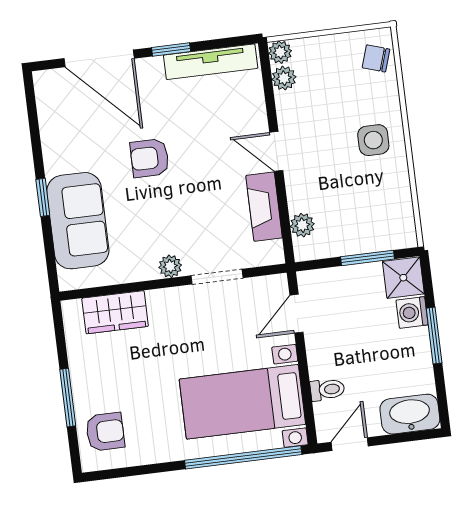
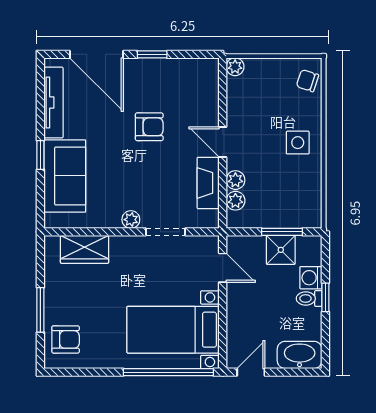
tv unit: (211, 62) -> (53, 103), moved, turned -90
plant: (284, 78) -> (235, 180), moved
armchair: (150, 158) -> (149, 127), moved, turned 180
shower: (403, 278) -> (281, 250), moved
door: (296, 314) -> (223, 268), swing flipped
window: (434, 336) -> (325, 297), width x0.67
toilet: (327, 390) -> (309, 299), moved, turned 180

